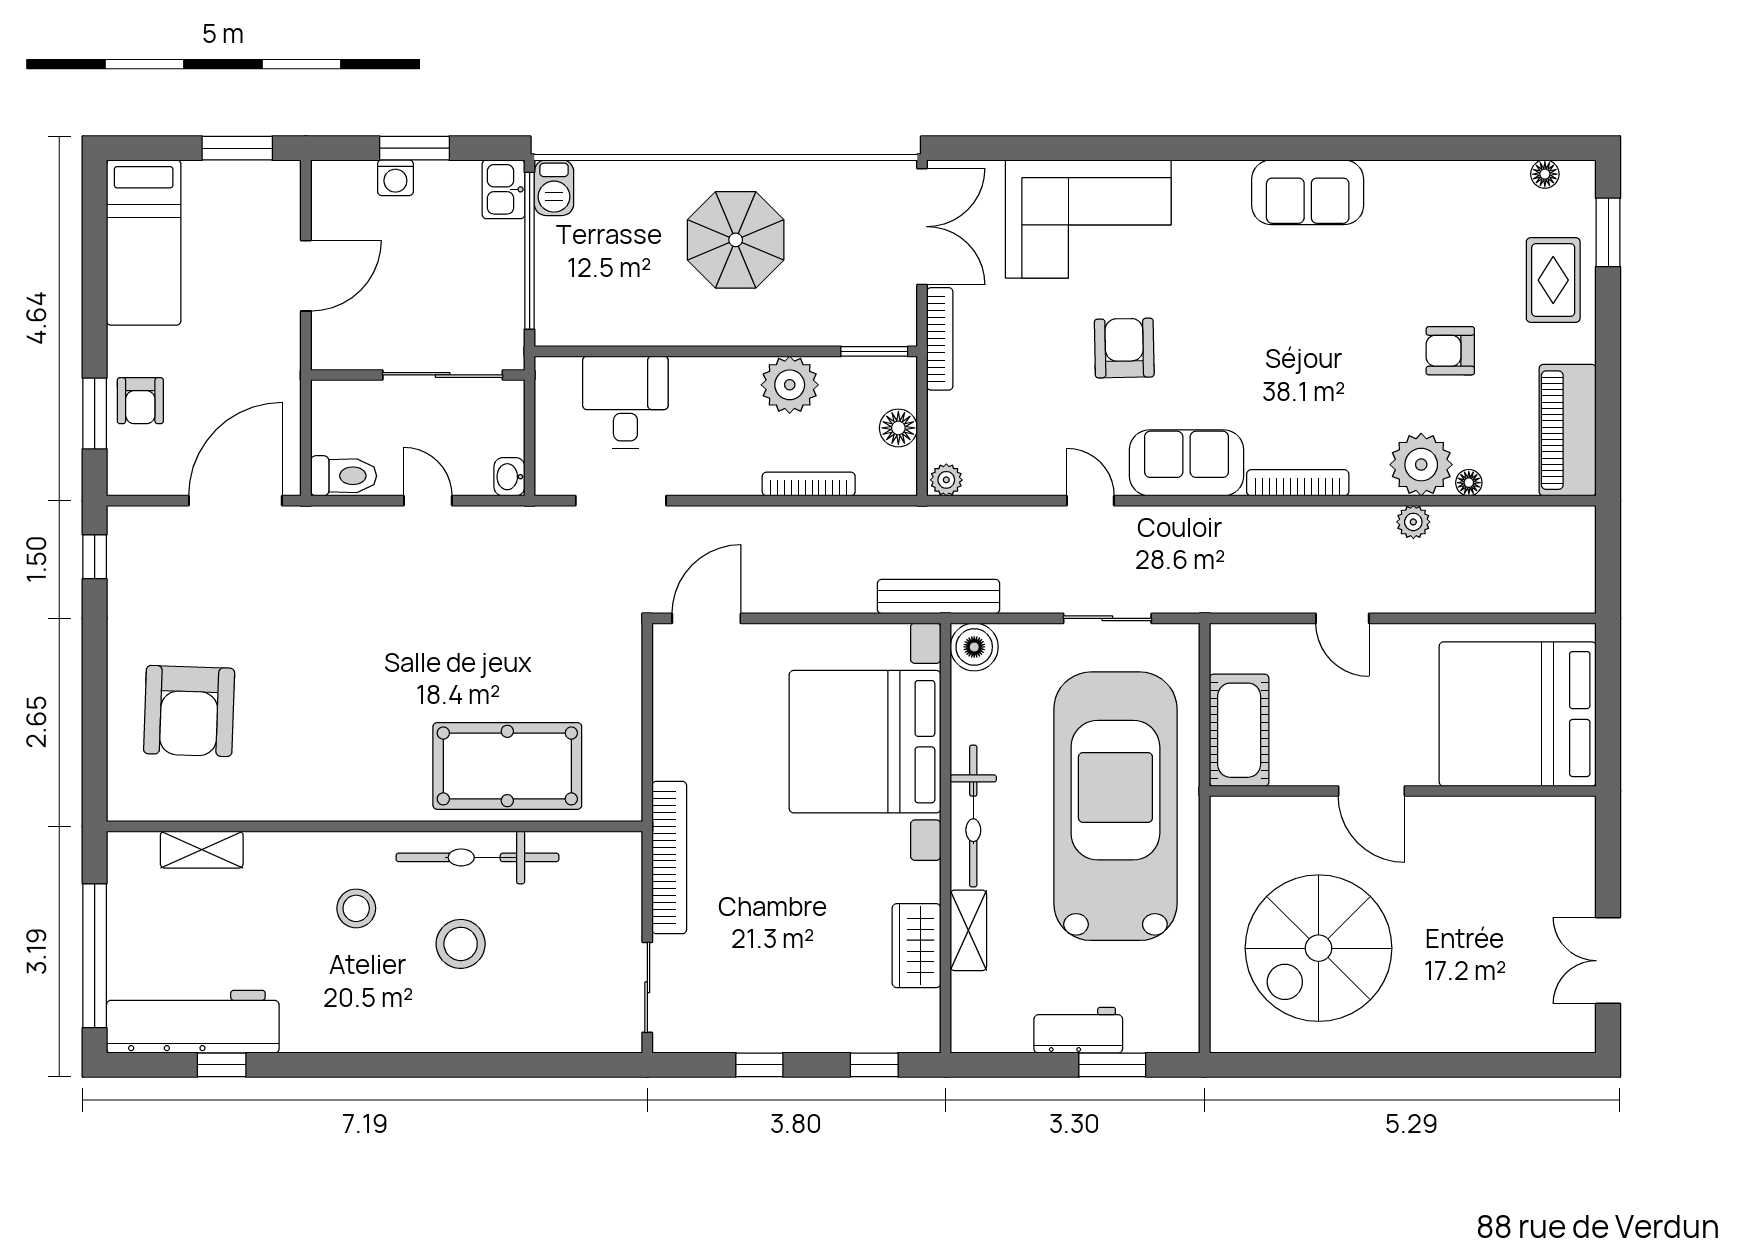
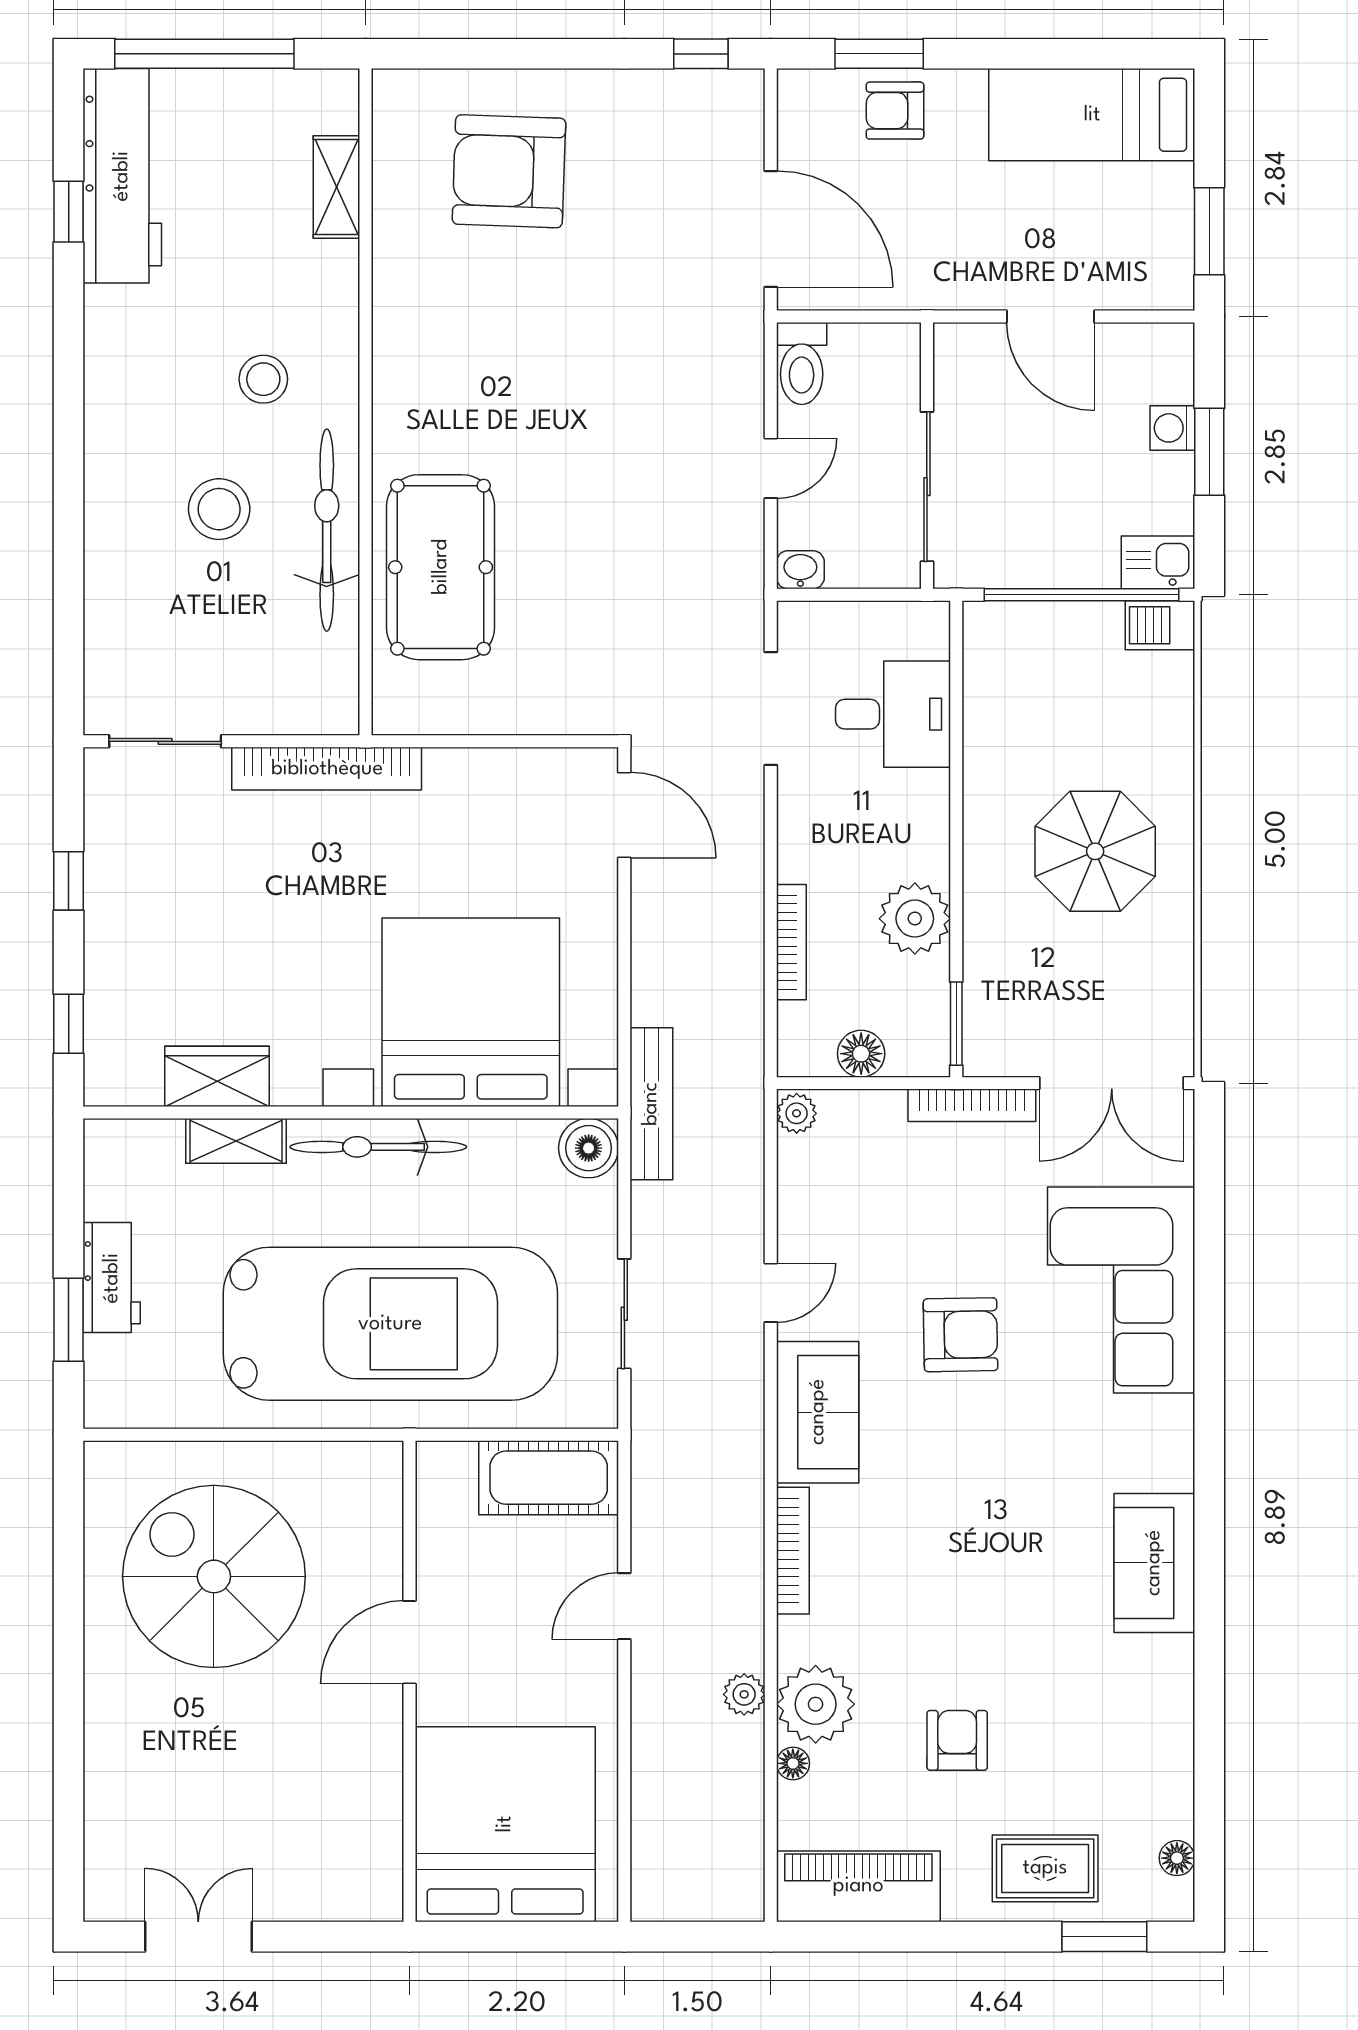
cot: (1239, 730) -> (549, 1478), moved

